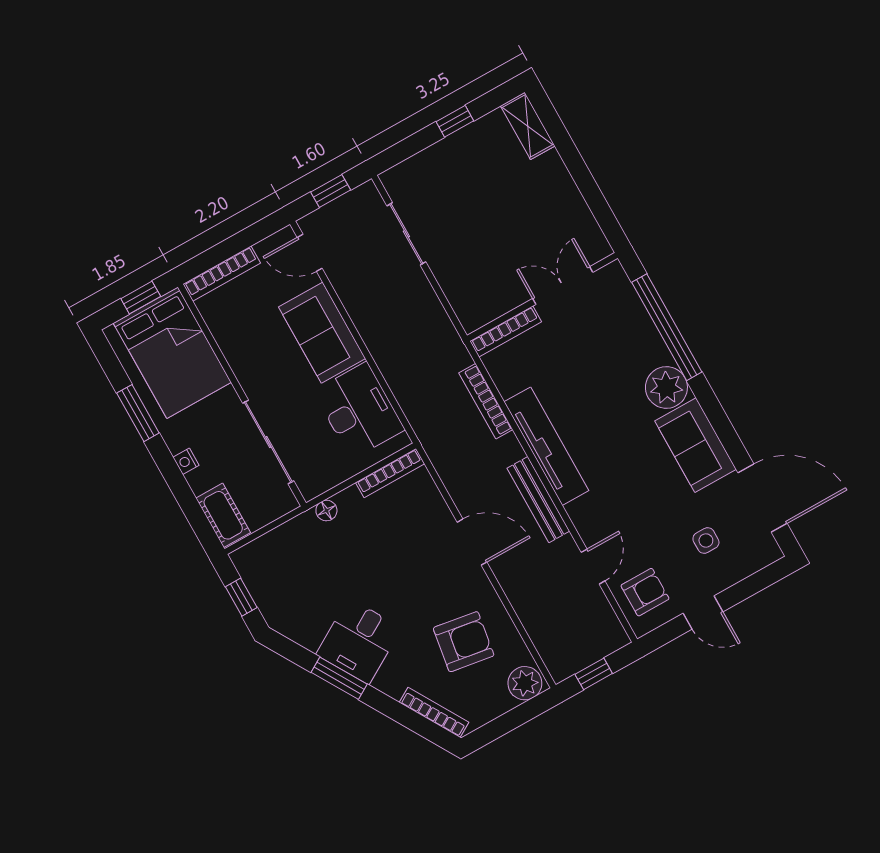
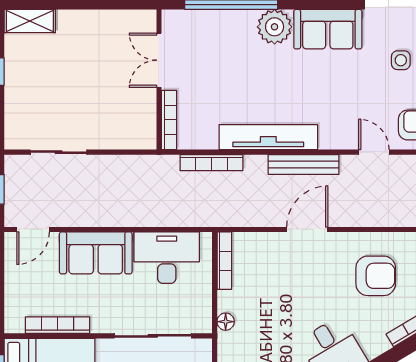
bookcase: (222, 274) -> (57, 325), moved, turned -90
armchair: (464, 642) -> (376, 276), turned 81

